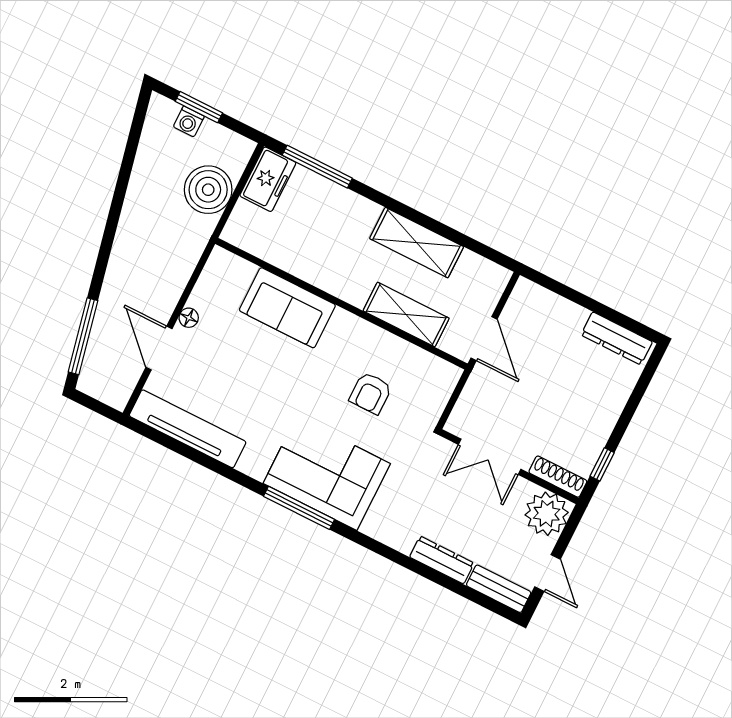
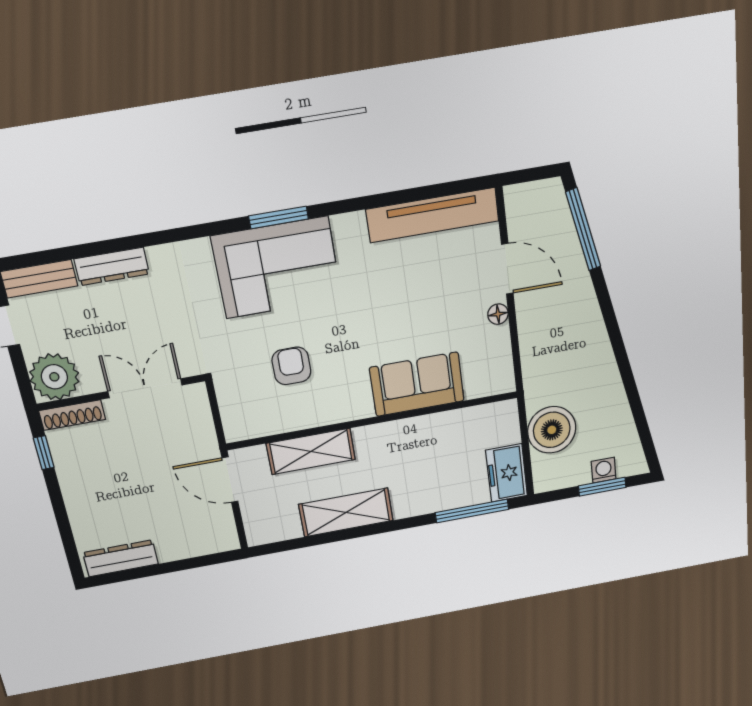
window: (299, 508) -> (279, 217), width x0.69

